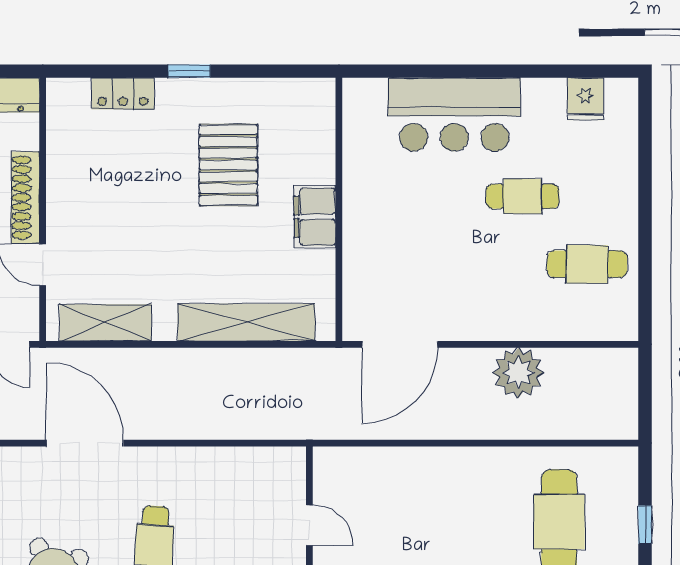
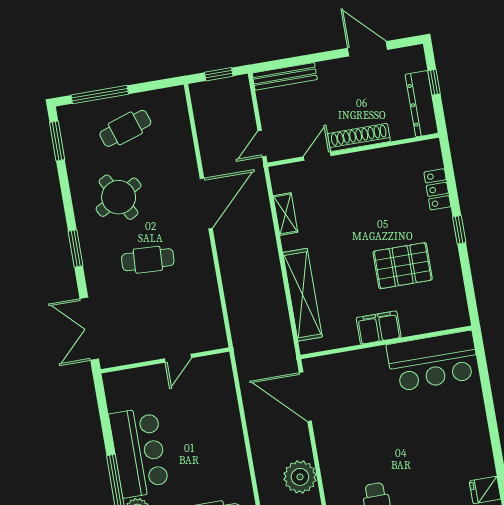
bar counter: (454, 115) -> (433, 361), moved, turned -90
cafe table: (523, 196) -> (415, 460), removed
shelving: (106, 323) -> (285, 214), width x0.67, depth x0.75

